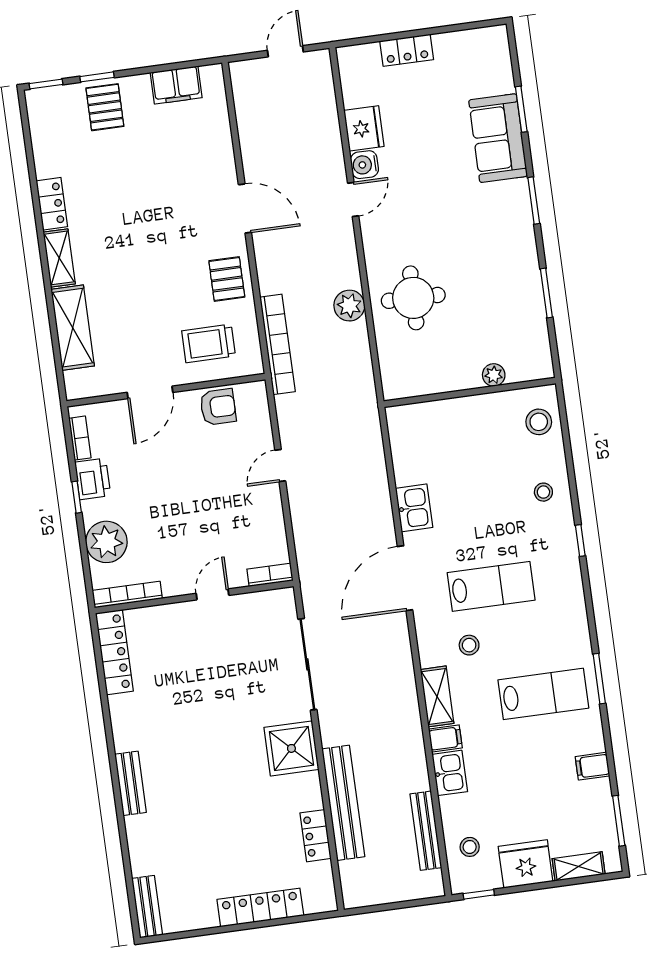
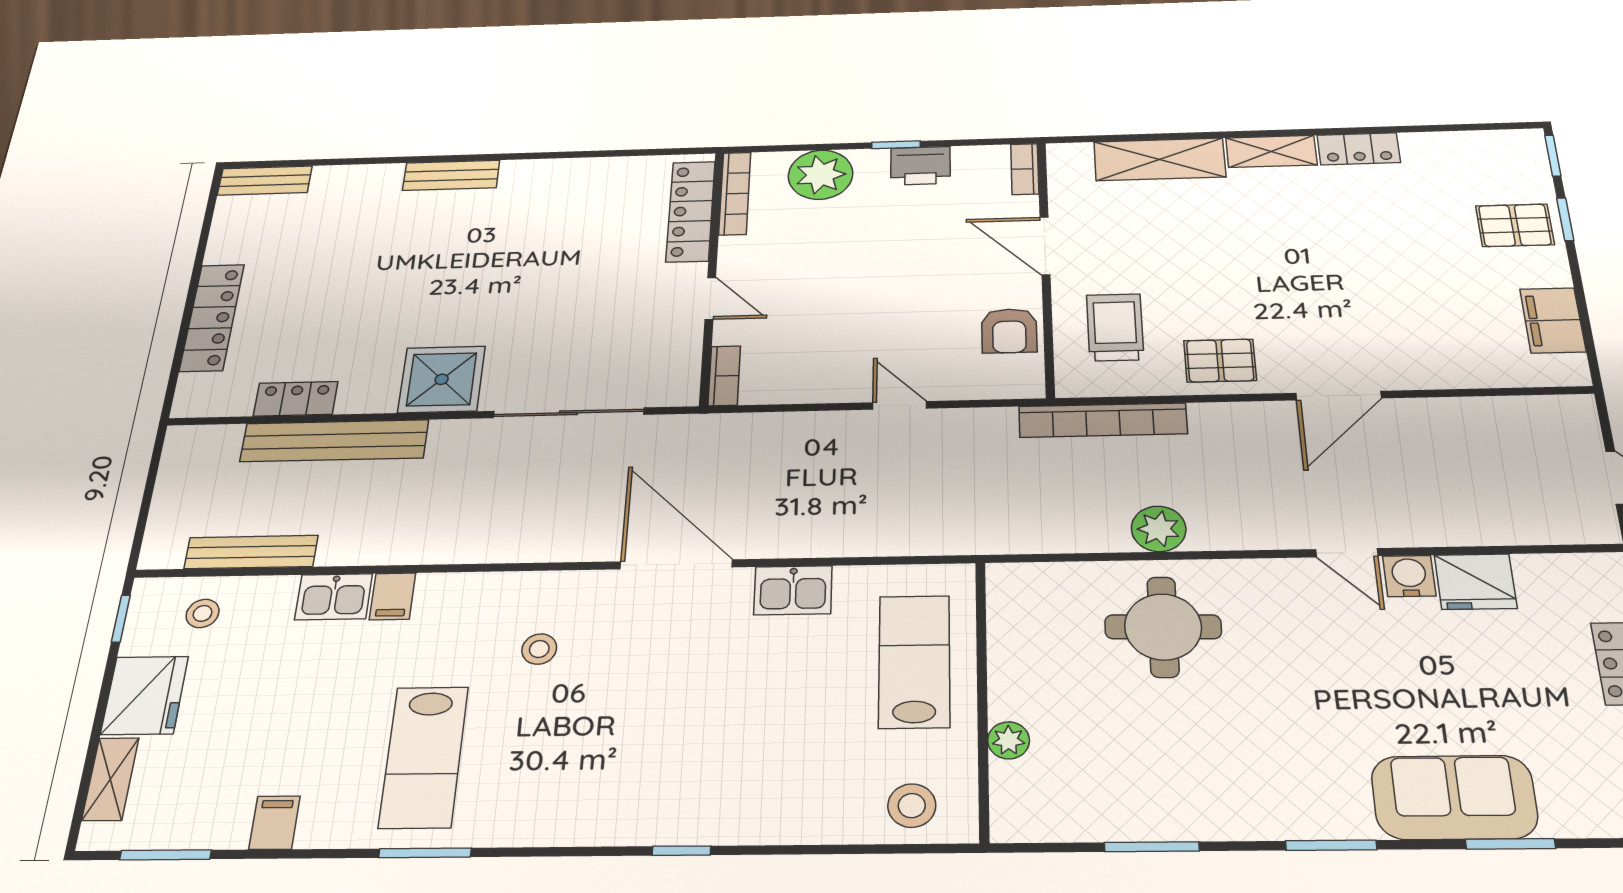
bookcase: (80, 438) -> (1025, 169), moved, turned 90
stool: (543, 492) -> (782, 799), removed
lab bench: (491, 586) -> (914, 661), moved, turned 180
locker: (114, 652) -> (691, 211), moved, turned 90
shelving: (437, 696) -> (466, 591), removed

